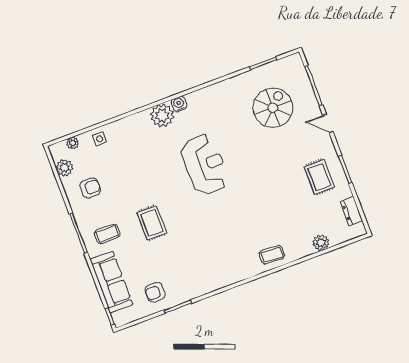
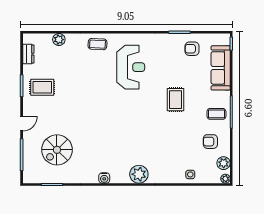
water cooler: (179, 104) -> (104, 178), moved
door: (328, 123) -> (22, 124), hinge flipped
plant: (73, 143) -> (225, 179), moved
reception desk: (205, 165) -> (131, 67), moved, turned 180
rug: (319, 177) -> (42, 87), turned 90
coffee table: (107, 234) -> (216, 114), moved
armchair: (155, 292) -> (192, 49), turned 180

